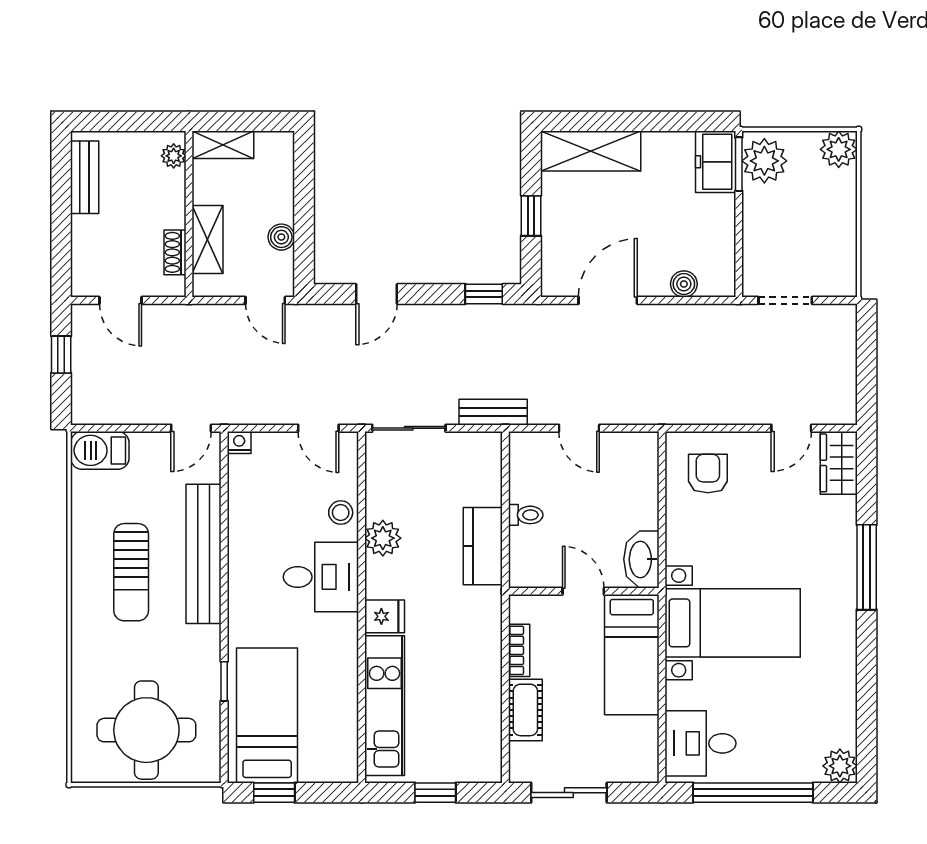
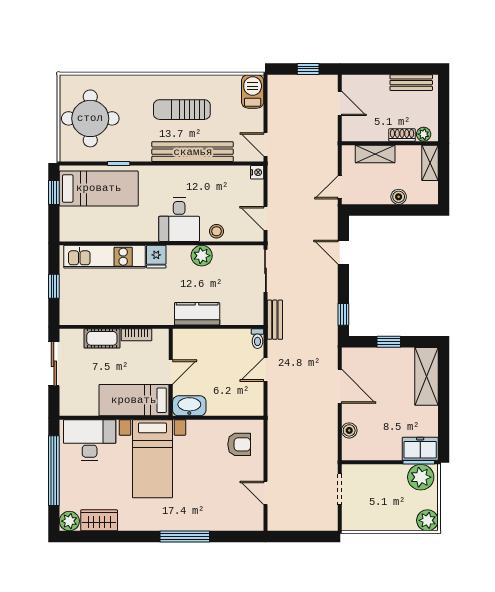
boiler: (281, 237) -> (399, 197), moved
shoe rack: (175, 252) -> (402, 135), moved
door: (120, 300) -> (340, 103), swing flipped
door: (318, 428) -> (265, 218), hinge flipped
wardrobe: (839, 463) -> (99, 520), moved
toilet: (526, 515) -> (257, 339), moved
desk: (700, 743) -> (90, 440), width x1.37

